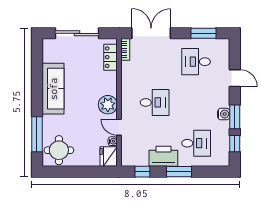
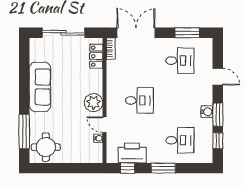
desk: (196, 62) -> (180, 61), turned 180
printer: (163, 156) -> (132, 153), moved
fridge: (109, 157) -> (94, 153), removed

